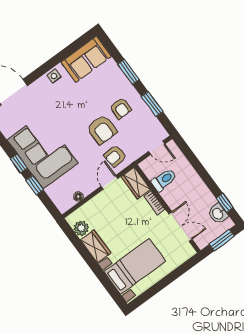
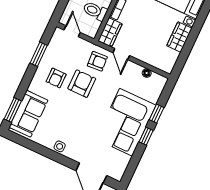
sofa: (86, 59) -> (29, 114), moved, turned 90
window: (128, 72) -> (13, 110), moved
armchair: (121, 108) -> (56, 78), turned 180
door: (109, 182) -> (121, 54), hinge flipped
plant: (81, 228) -> (171, 57), removed

